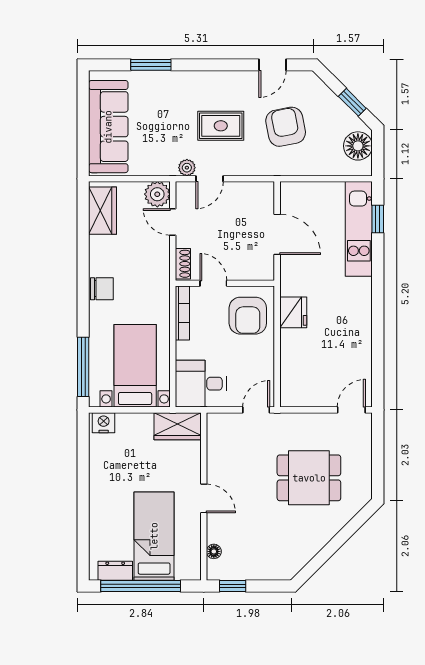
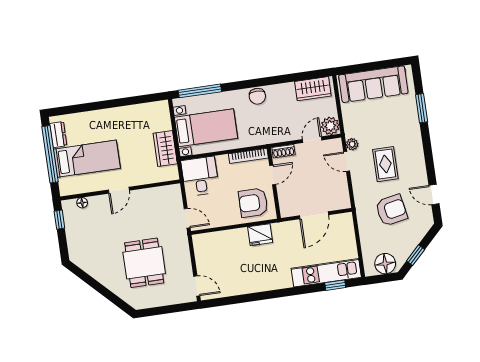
nightstand: (104, 423) -> (162, 111), removed
wardrobe: (178, 426) -> (165, 148), moved

